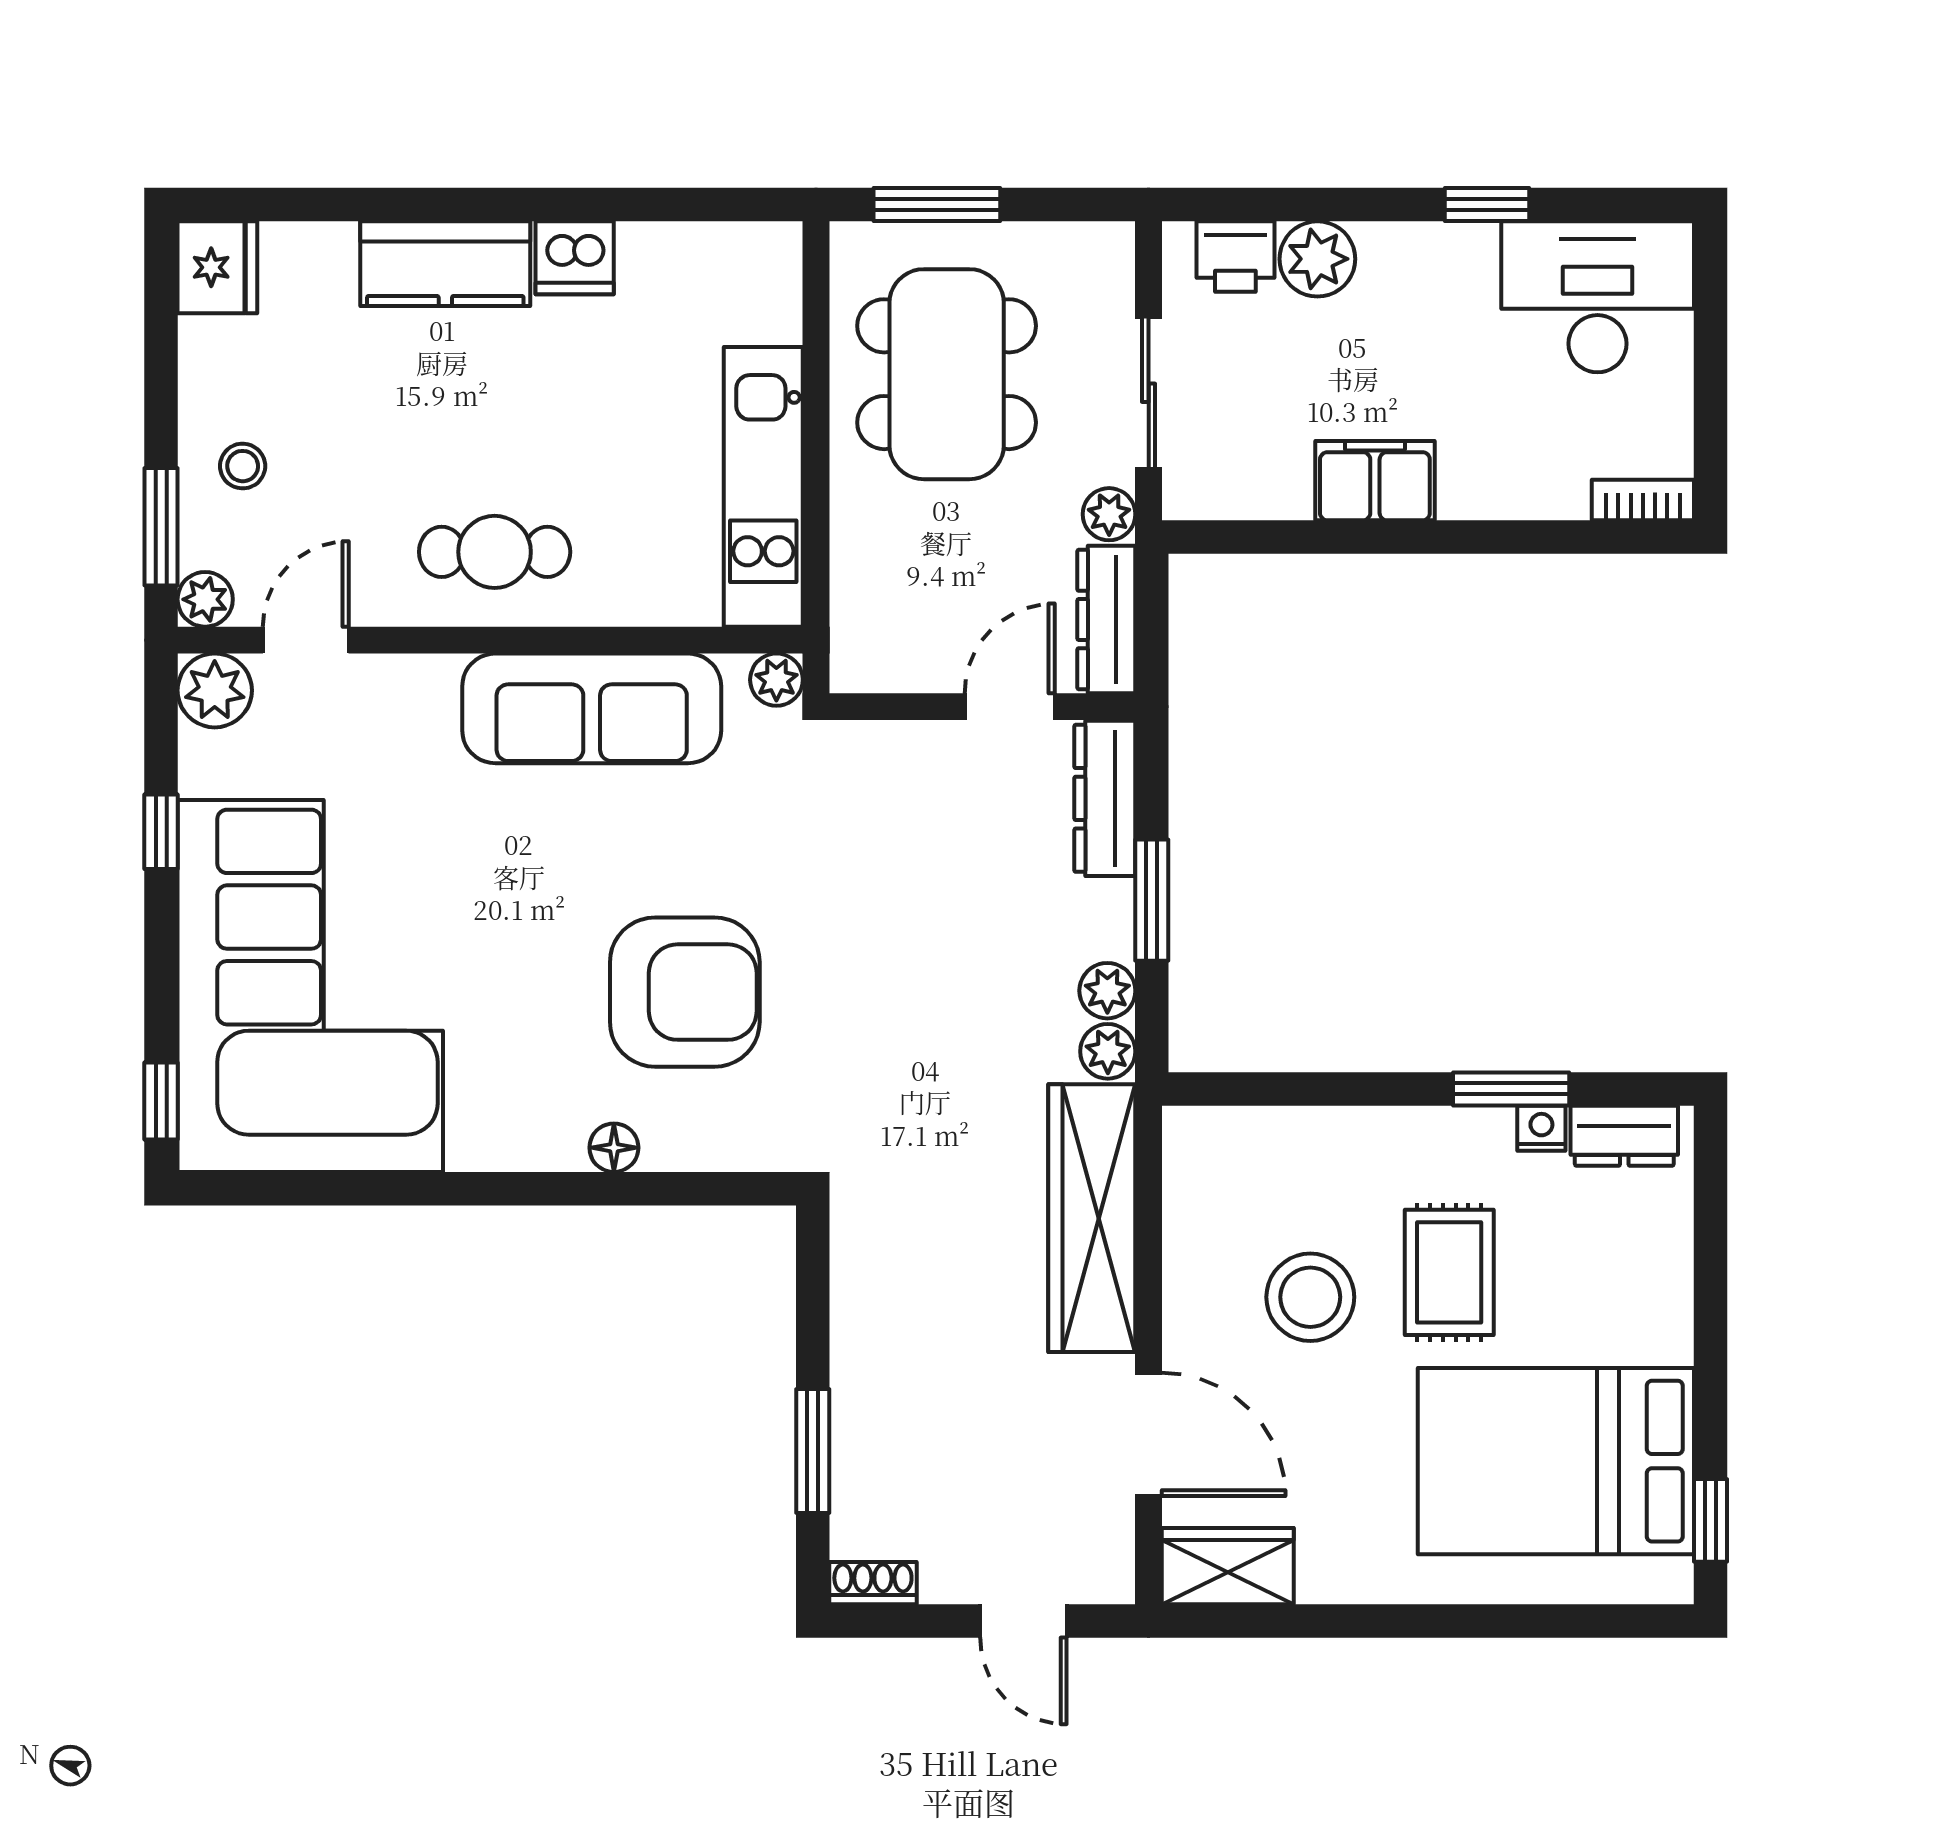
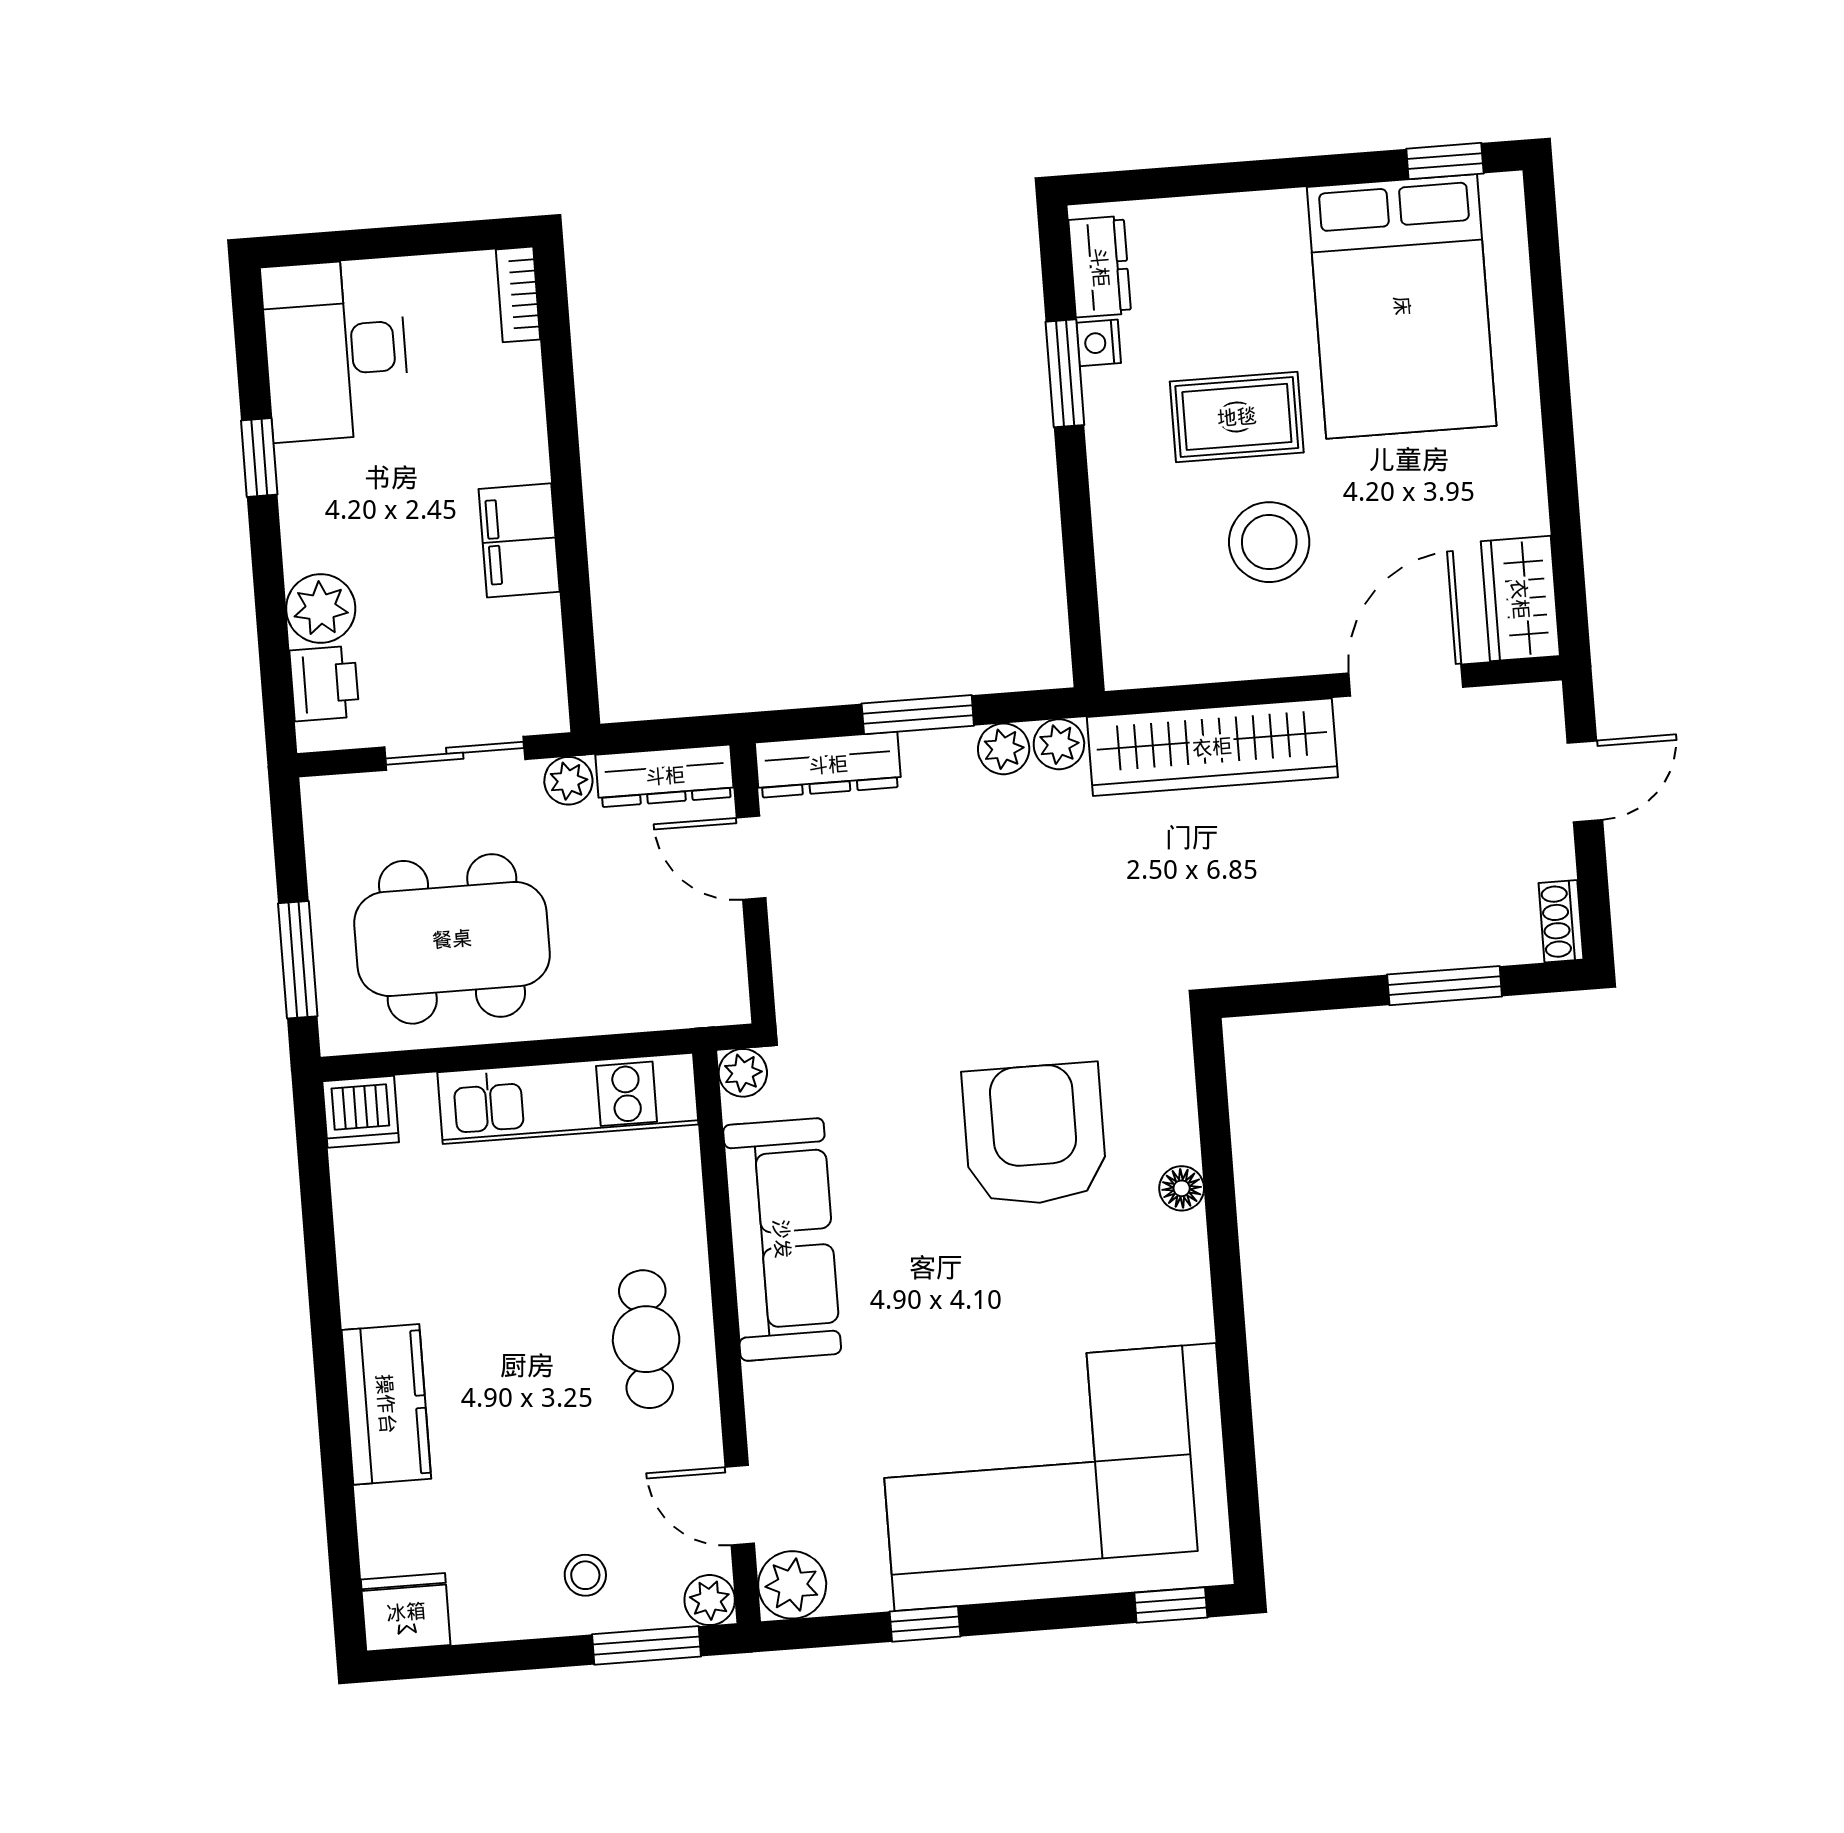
dishwasher: (575, 258) -> (361, 1112), moved, turned 90

